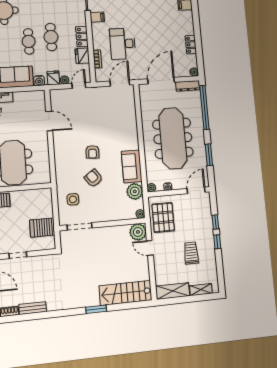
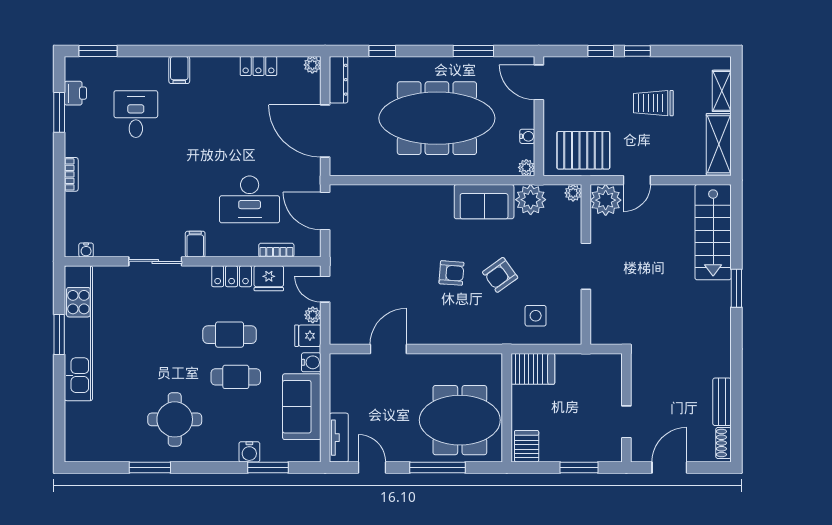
window: (204, 107) -> (382, 51), width x0.32
doorway: (80, 226) -> (586, 266), moved
server rack: (42, 228) -> (533, 369), moved, turned -90

